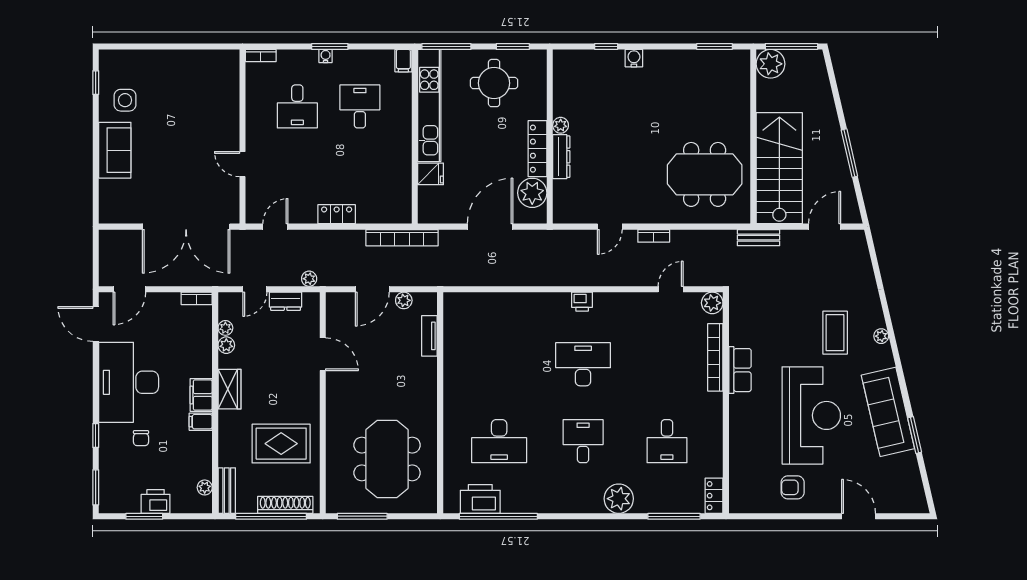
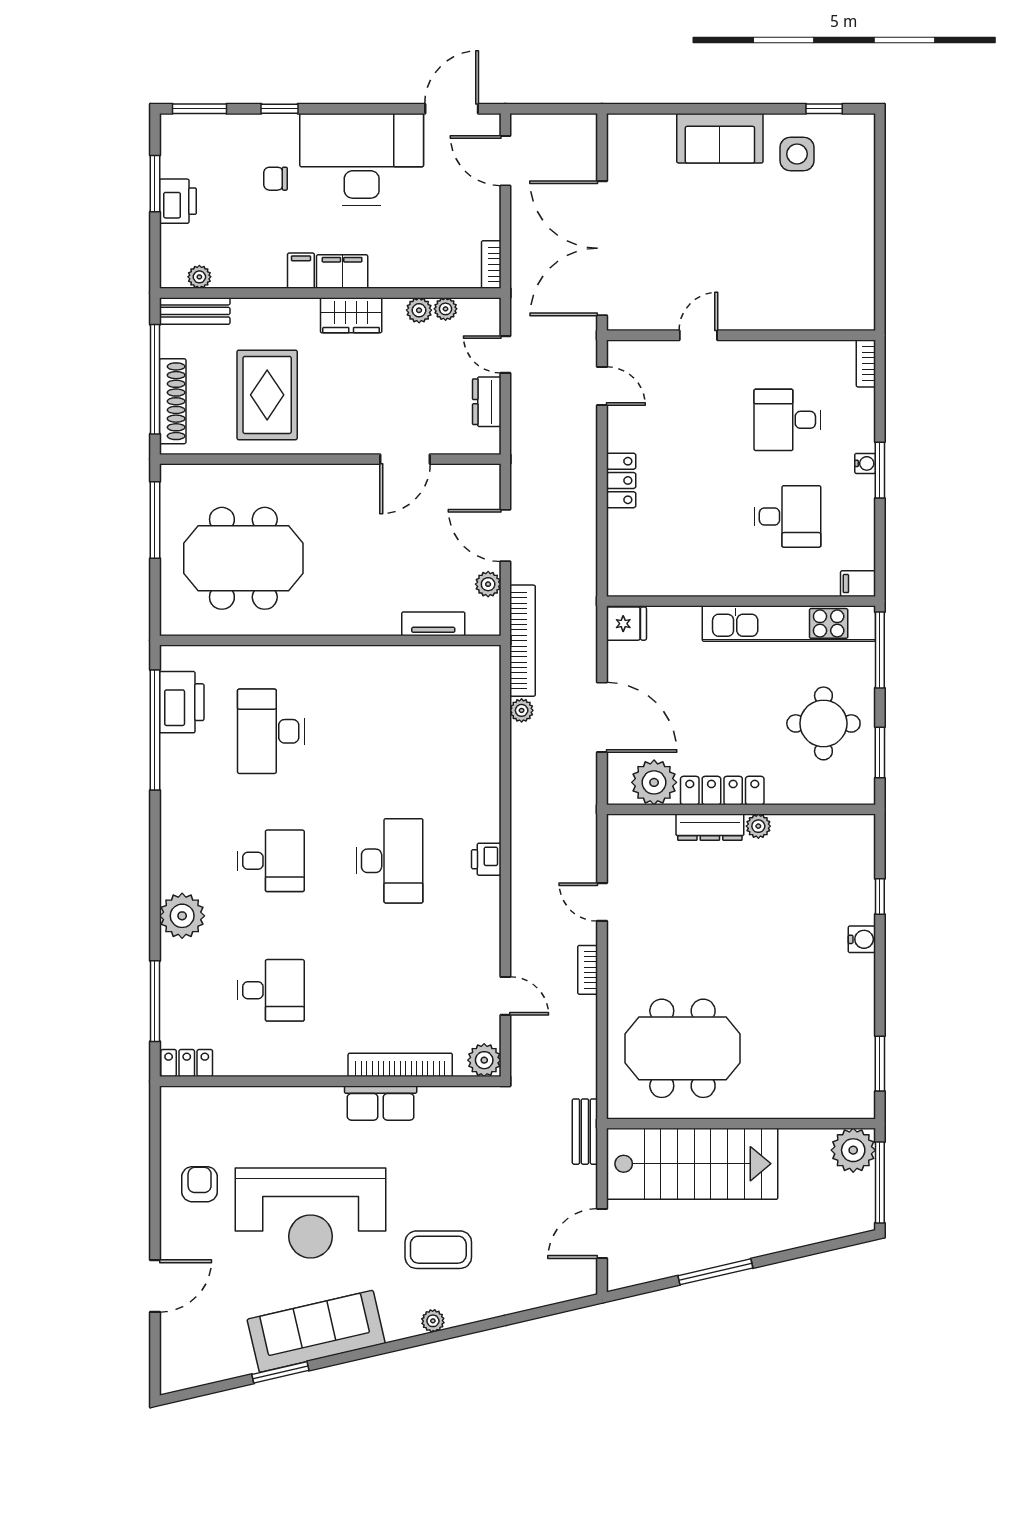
fridge: (431, 174) -> (626, 624), moved, turned -90
meeting table: (705, 174) -> (682, 1048), turned 90
door: (825, 227) -> (602, 1234), swing flipped
bookcase: (402, 238) -> (523, 641), moved, turned 180
plant: (309, 279) -> (522, 710), moved
desk: (667, 441) -> (271, 990), turned 180

